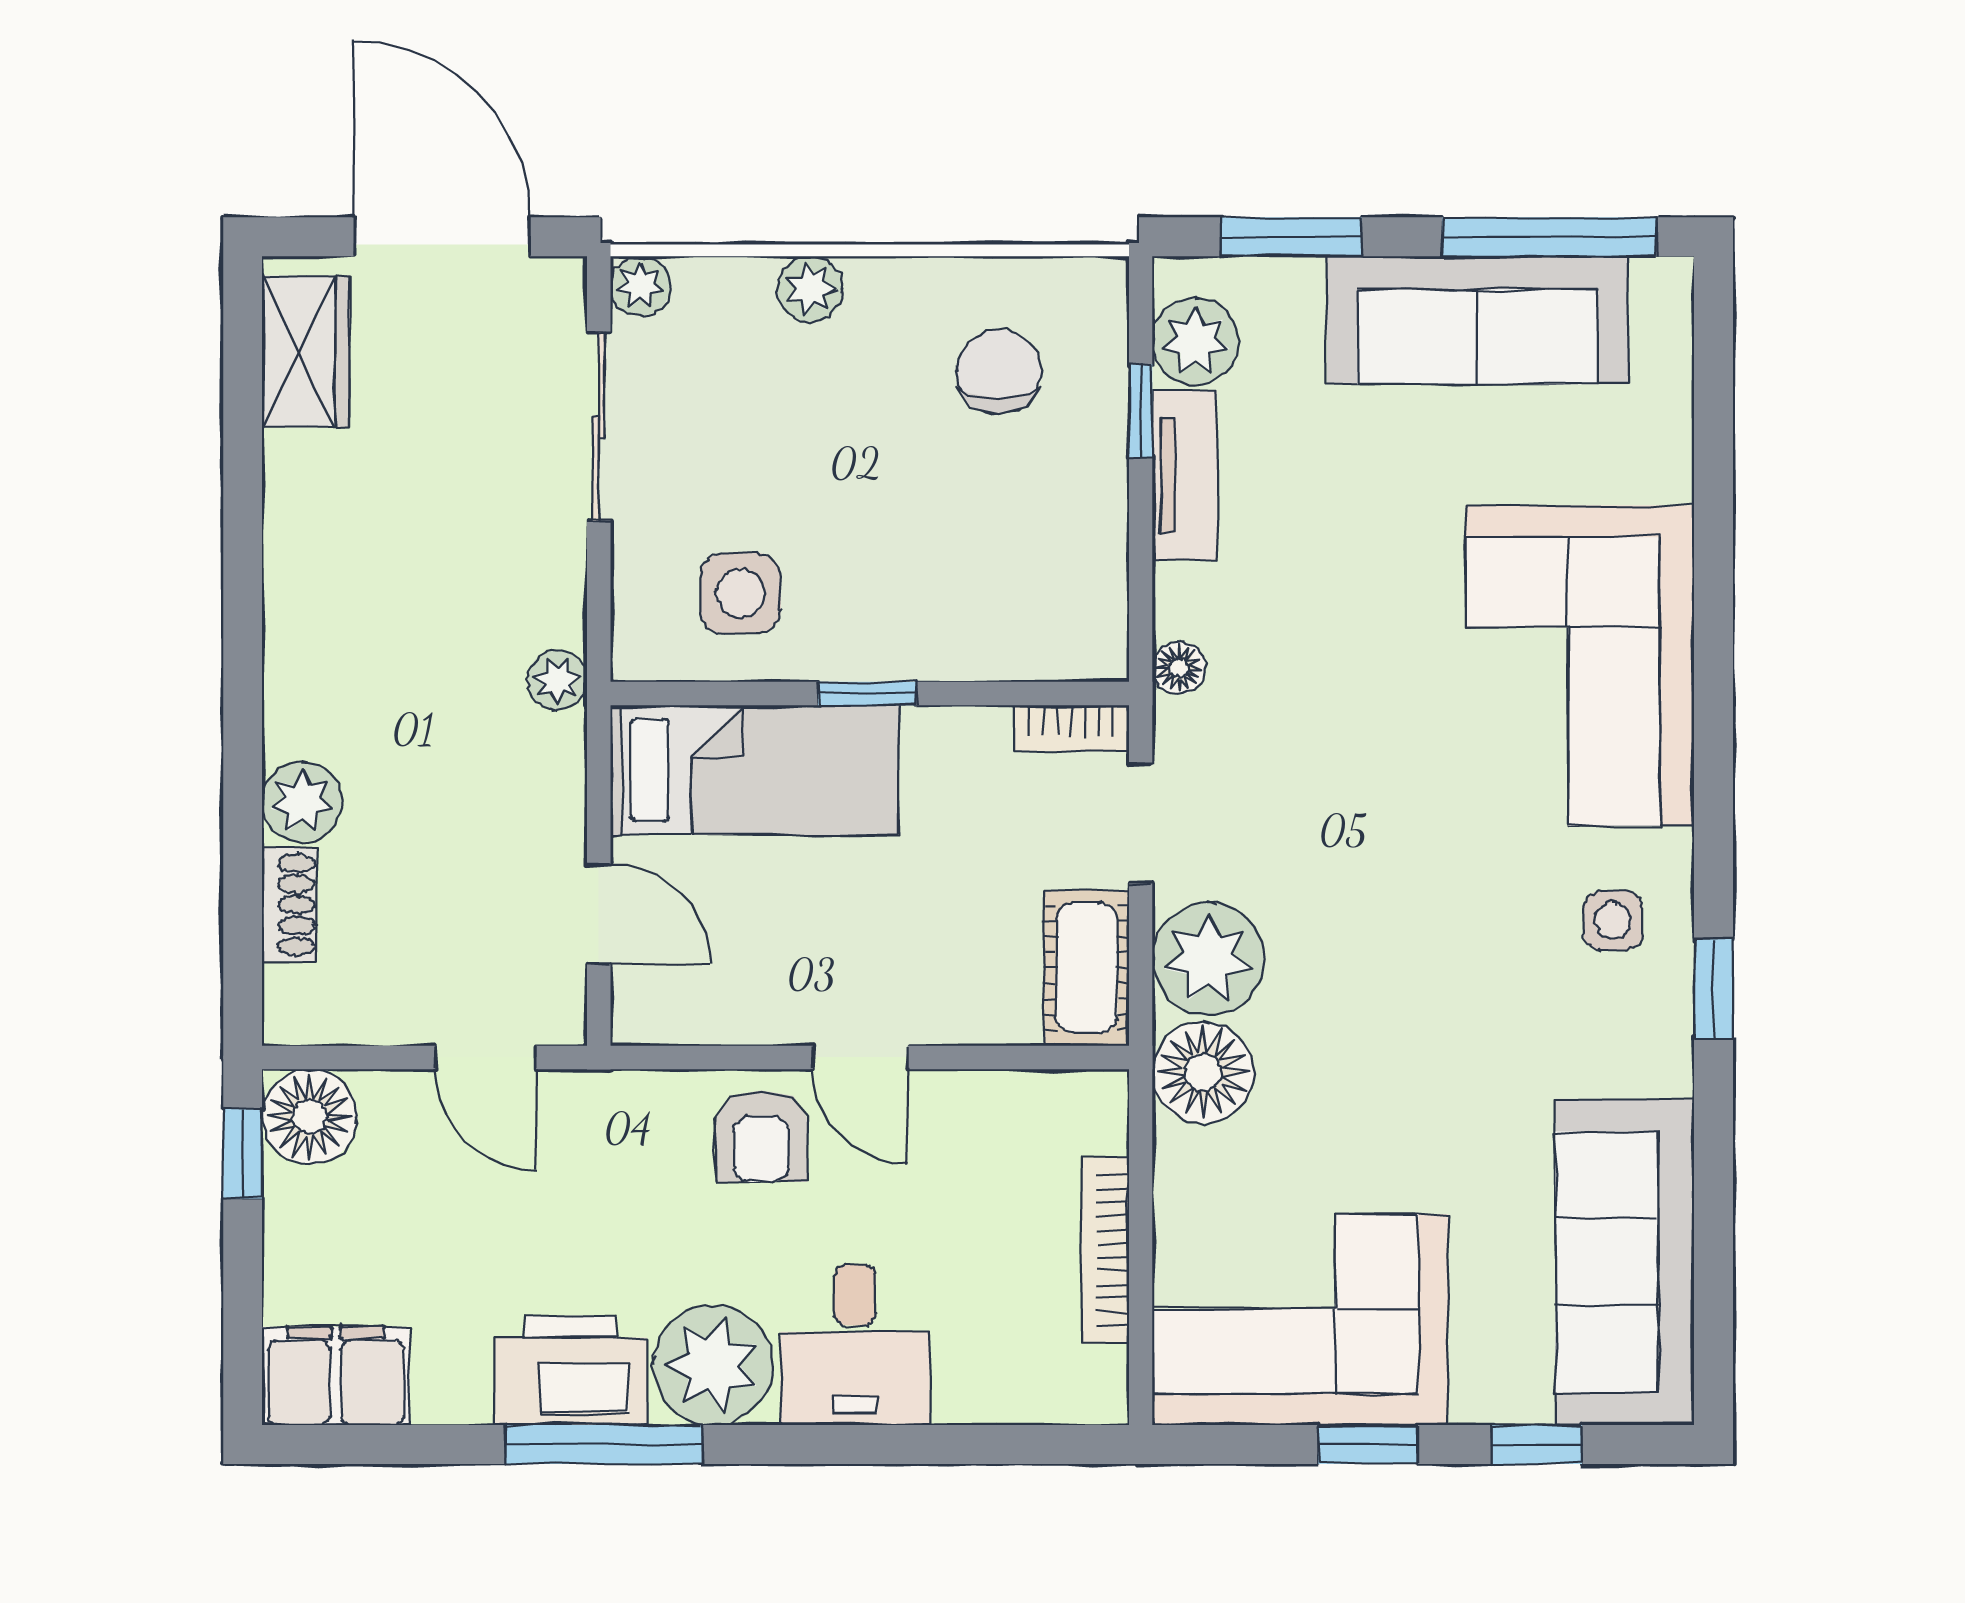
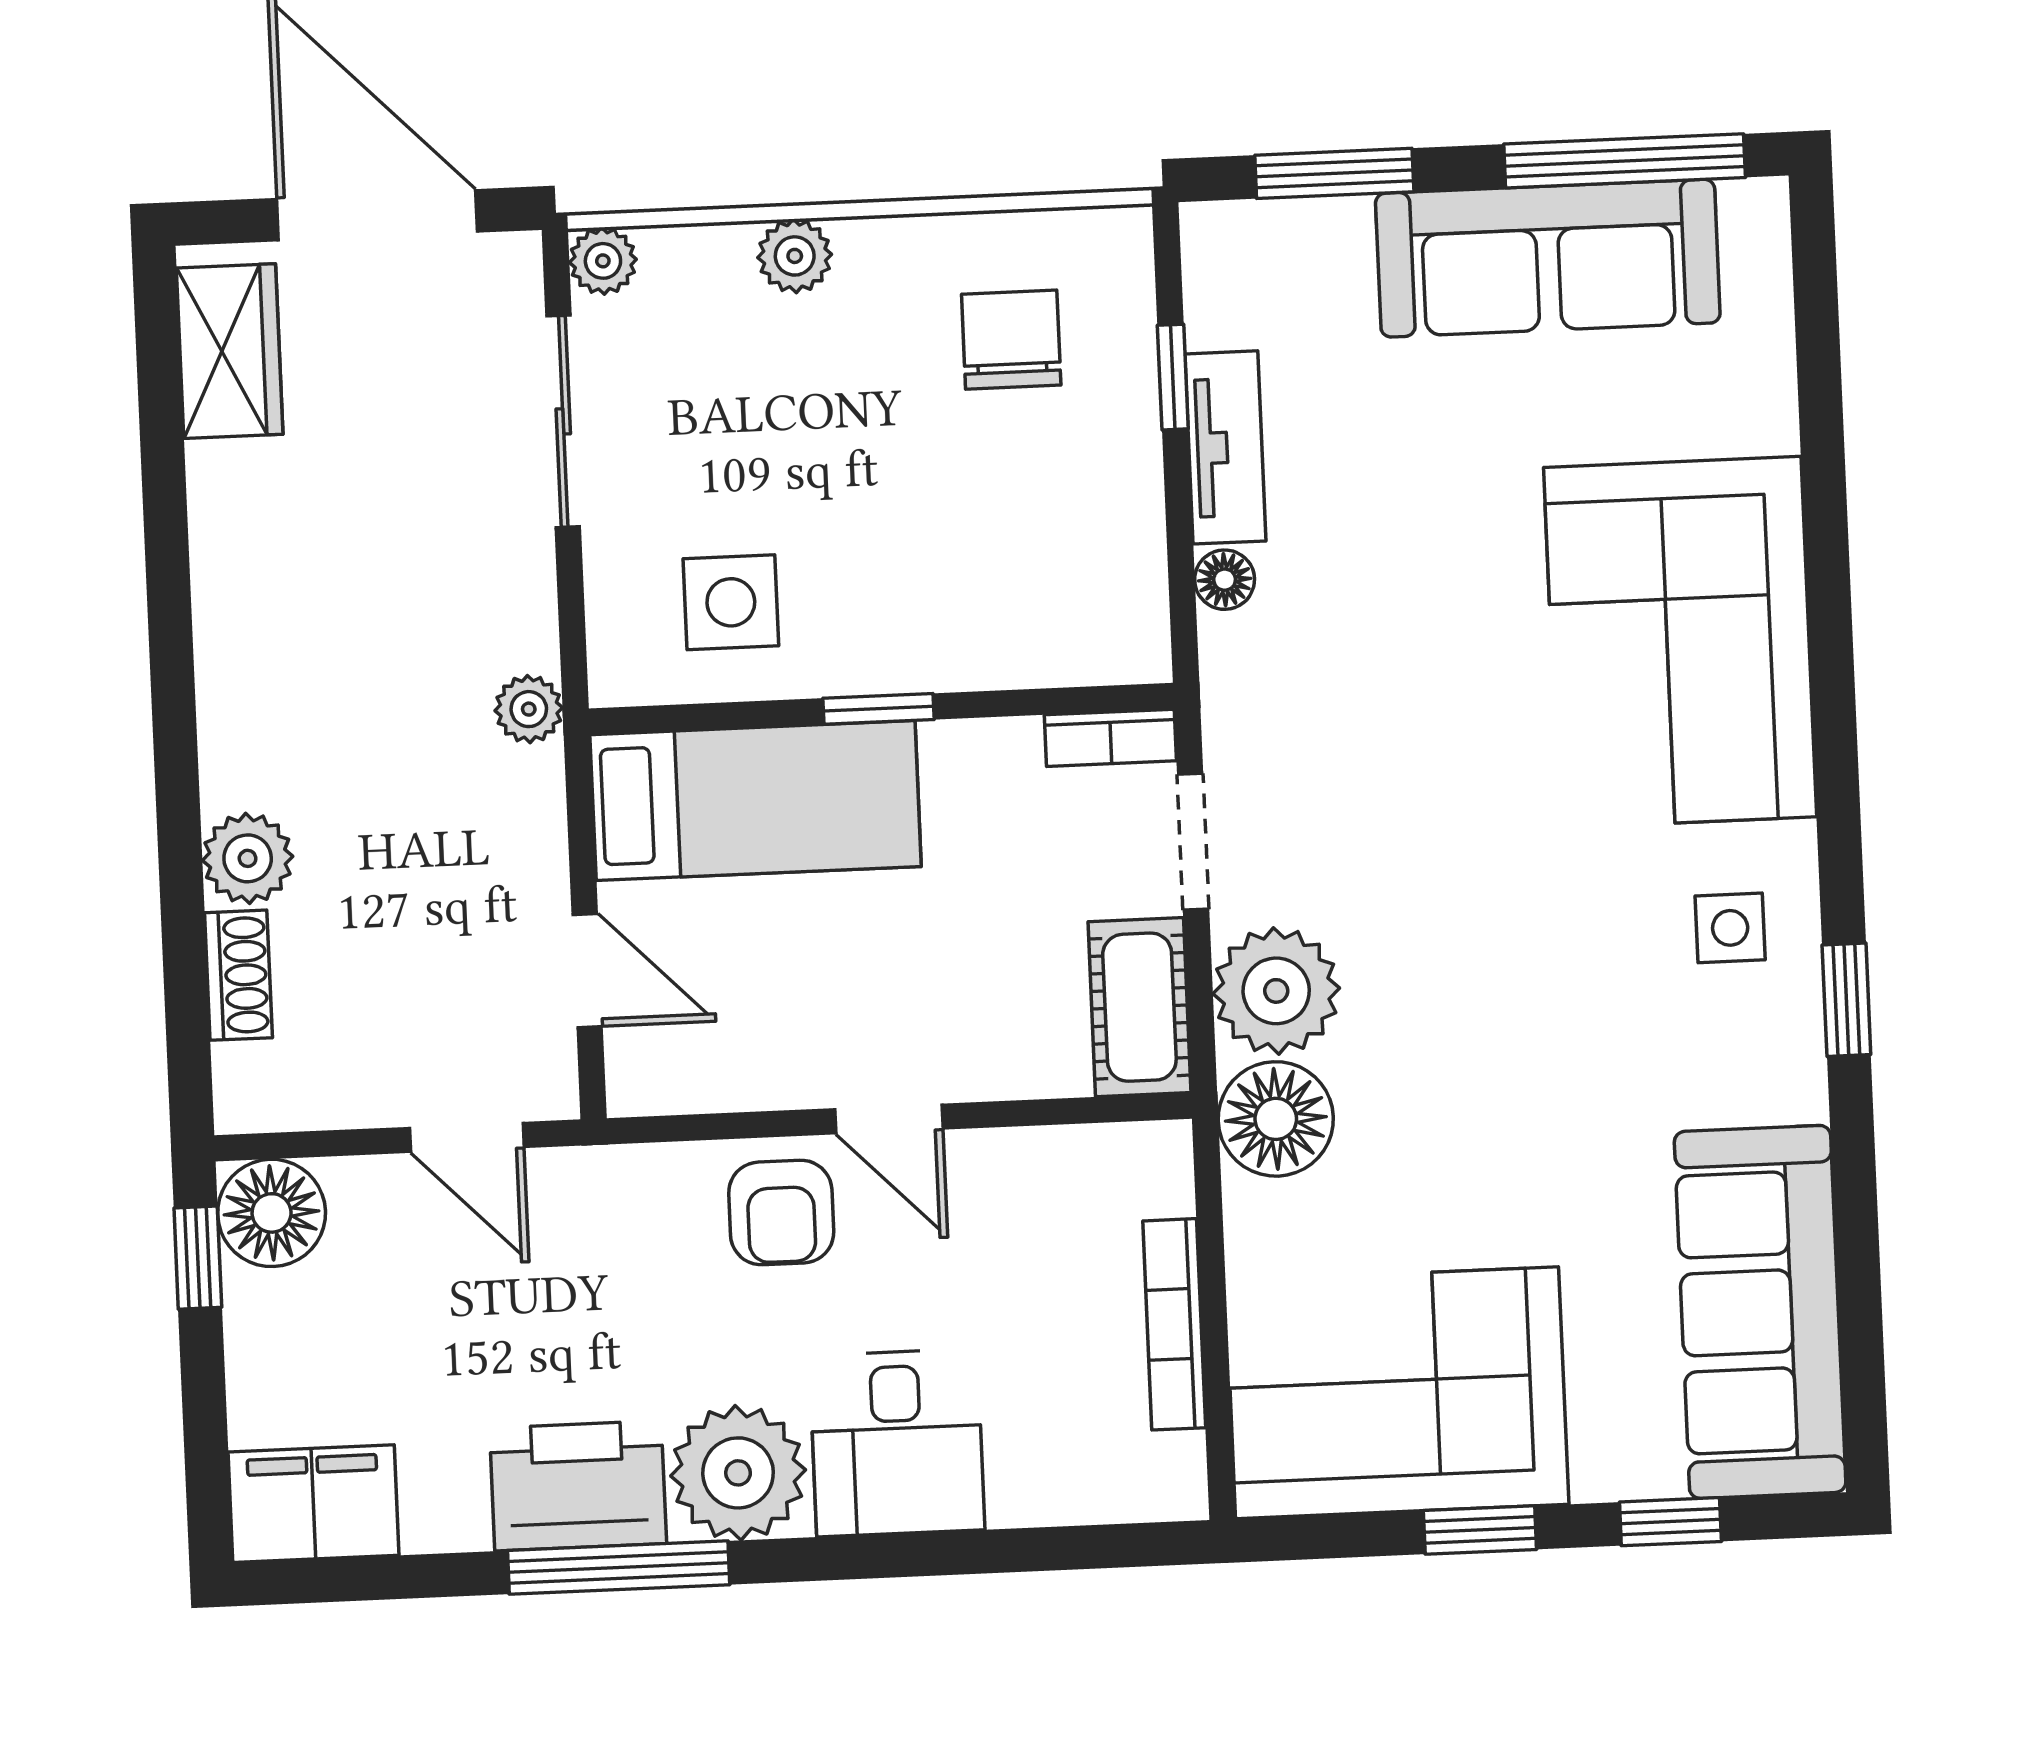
plant: (1196, 341) -> (1231, 296), removed
floor lamp: (1179, 668) -> (1225, 580), moved

